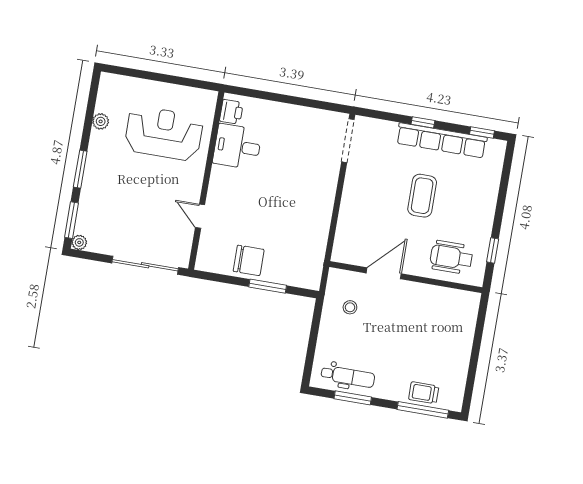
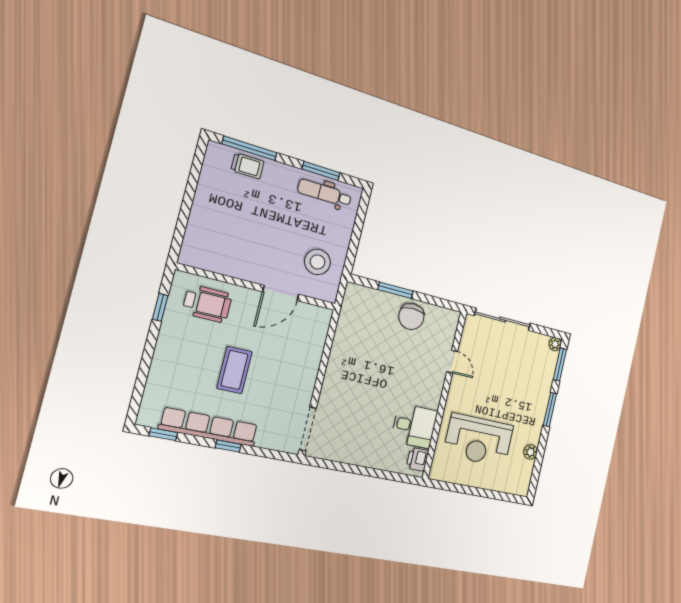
chair: (249, 260) -> (411, 317), turned -90
stool: (350, 307) -> (317, 262), width x1.89, depth x1.89

